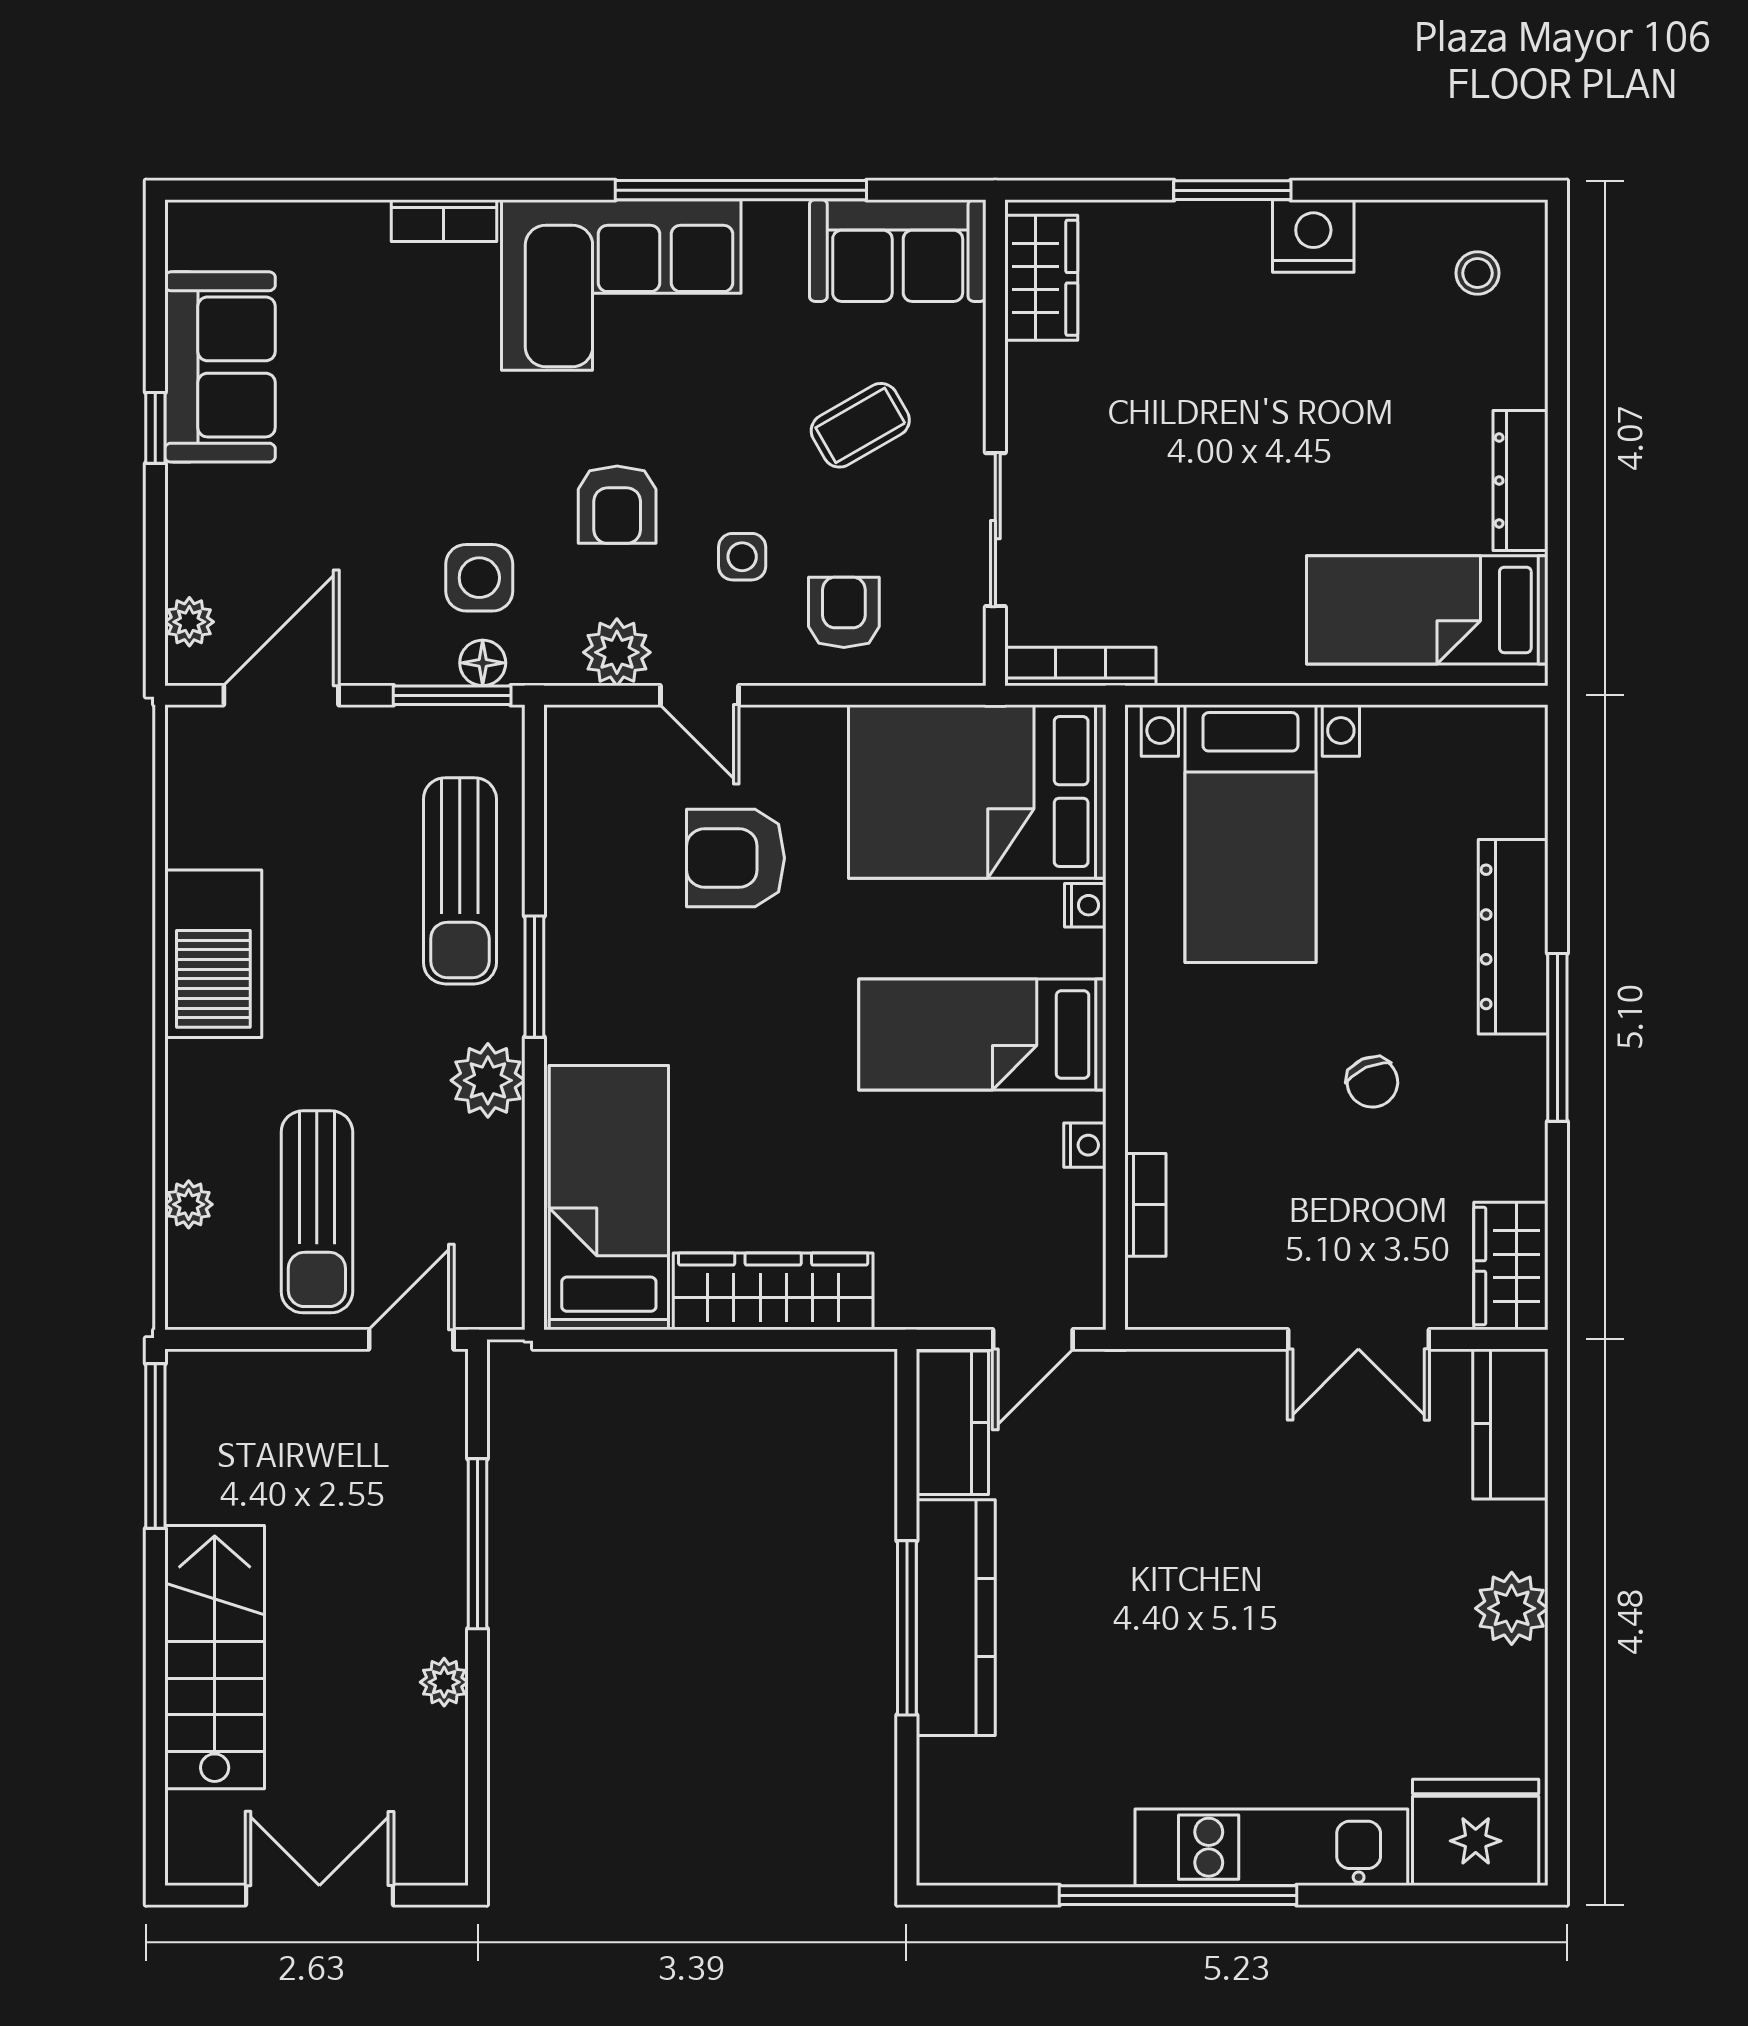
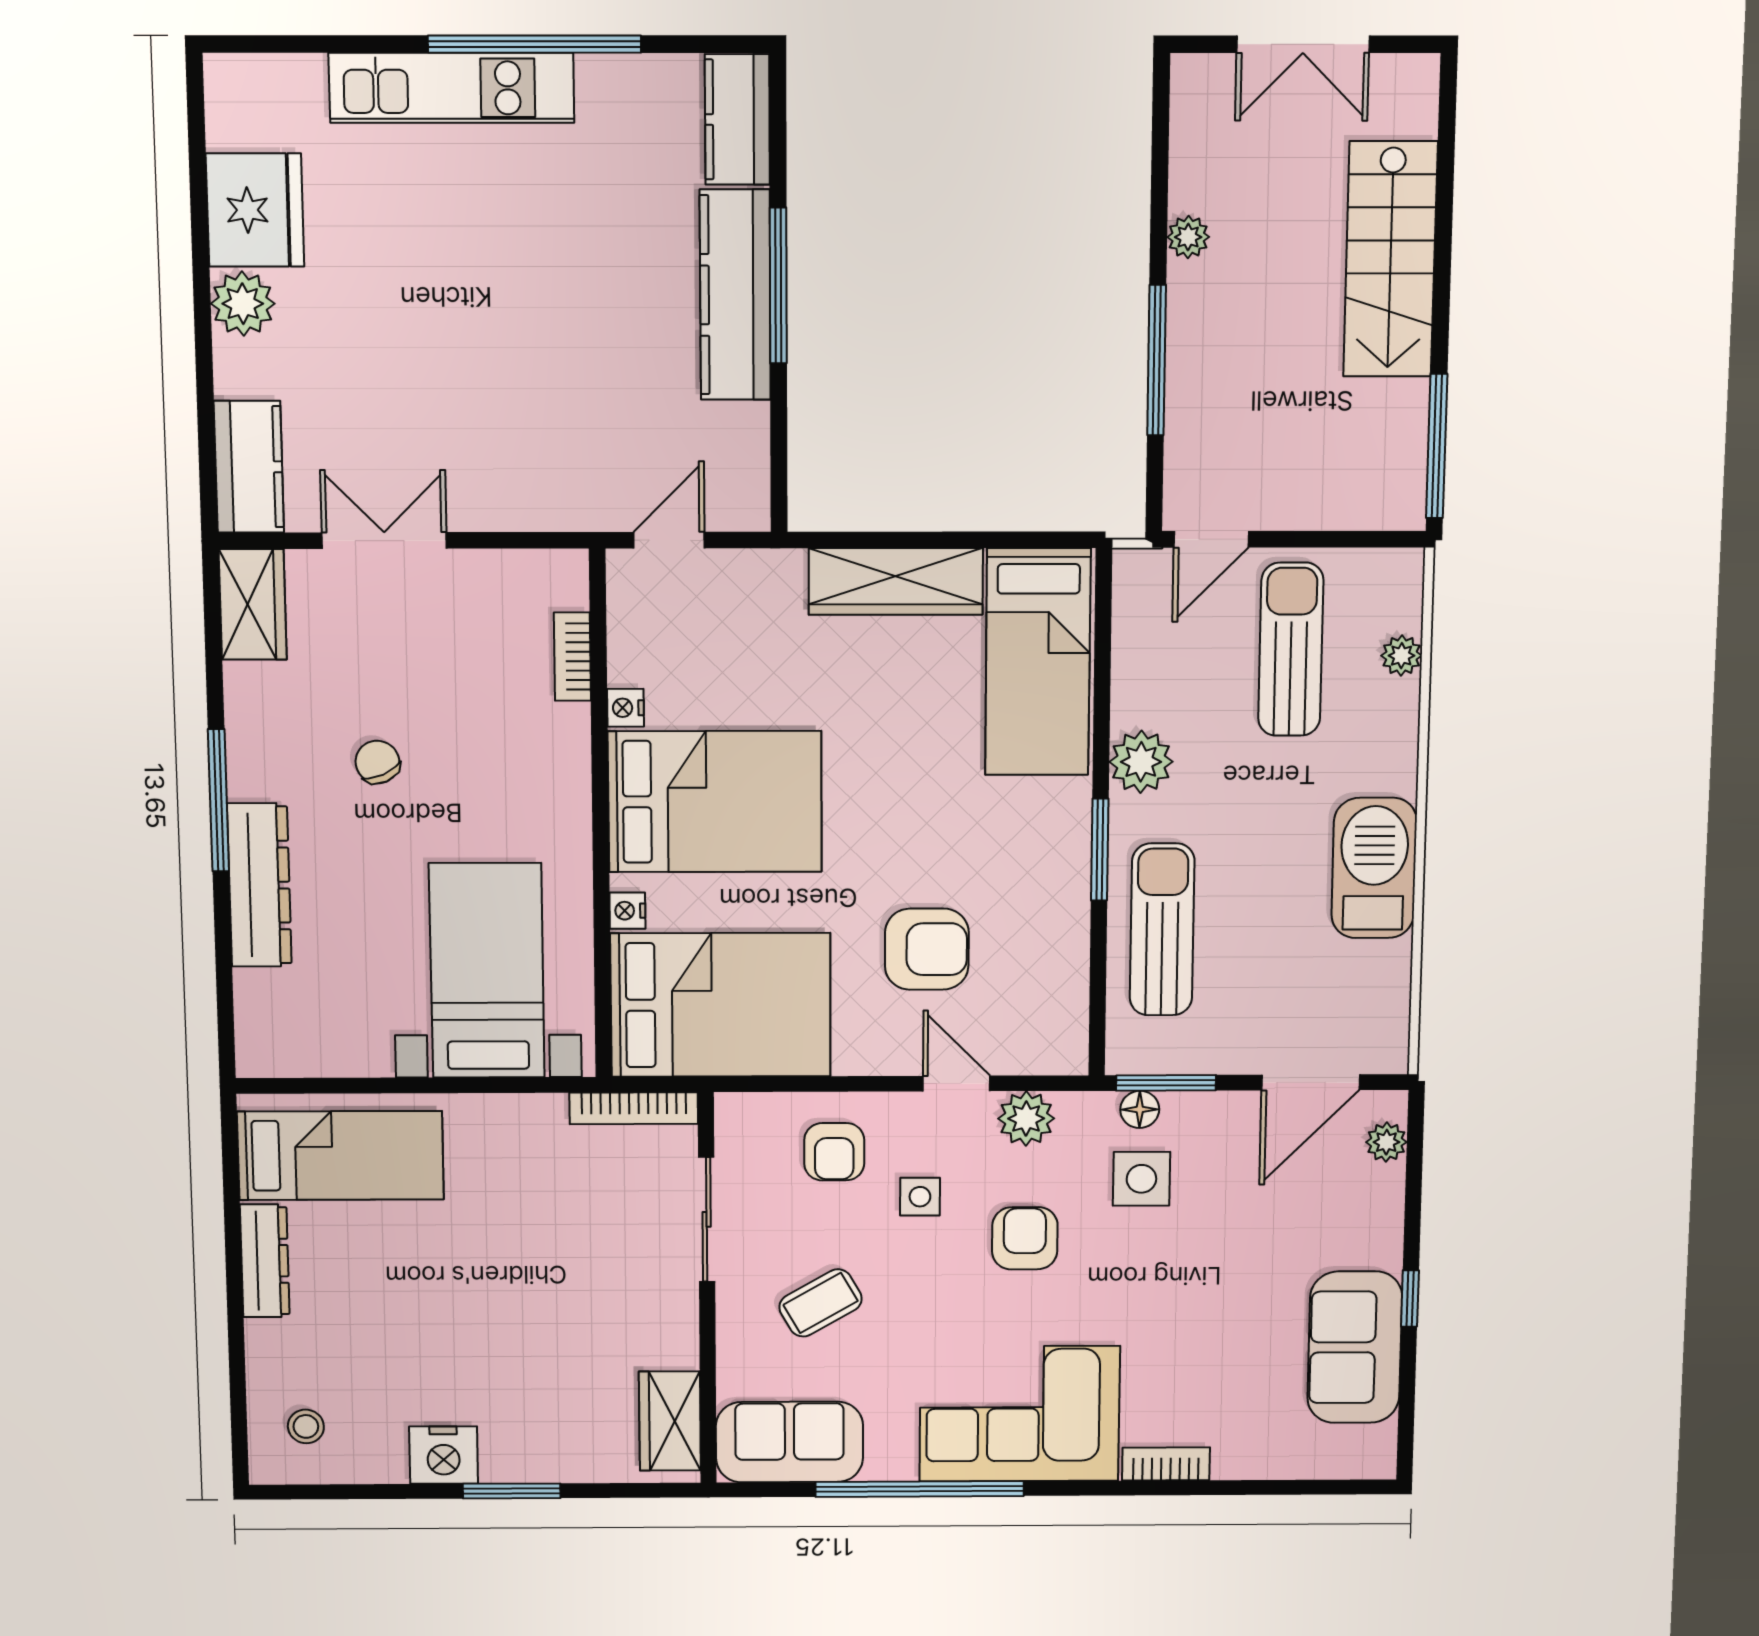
bed: (982, 1035) -> (715, 802), width x1.50
kitchen counter: (952, 1423) -> (737, 120), moved
fridge: (1476, 1832) -> (255, 210), moved, turned -90

